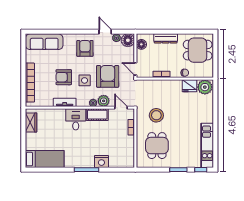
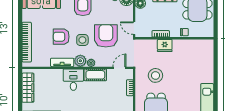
fridge: (190, 86) -> (165, 46), moved
plant: (205, 87) -> (205, 47), removed
plant: (104, 101) -> (80, 61), moved
door: (121, 108) -> (119, 68), hinge flipped
wardrobe: (31, 122) -> (28, 88), width x1.50

